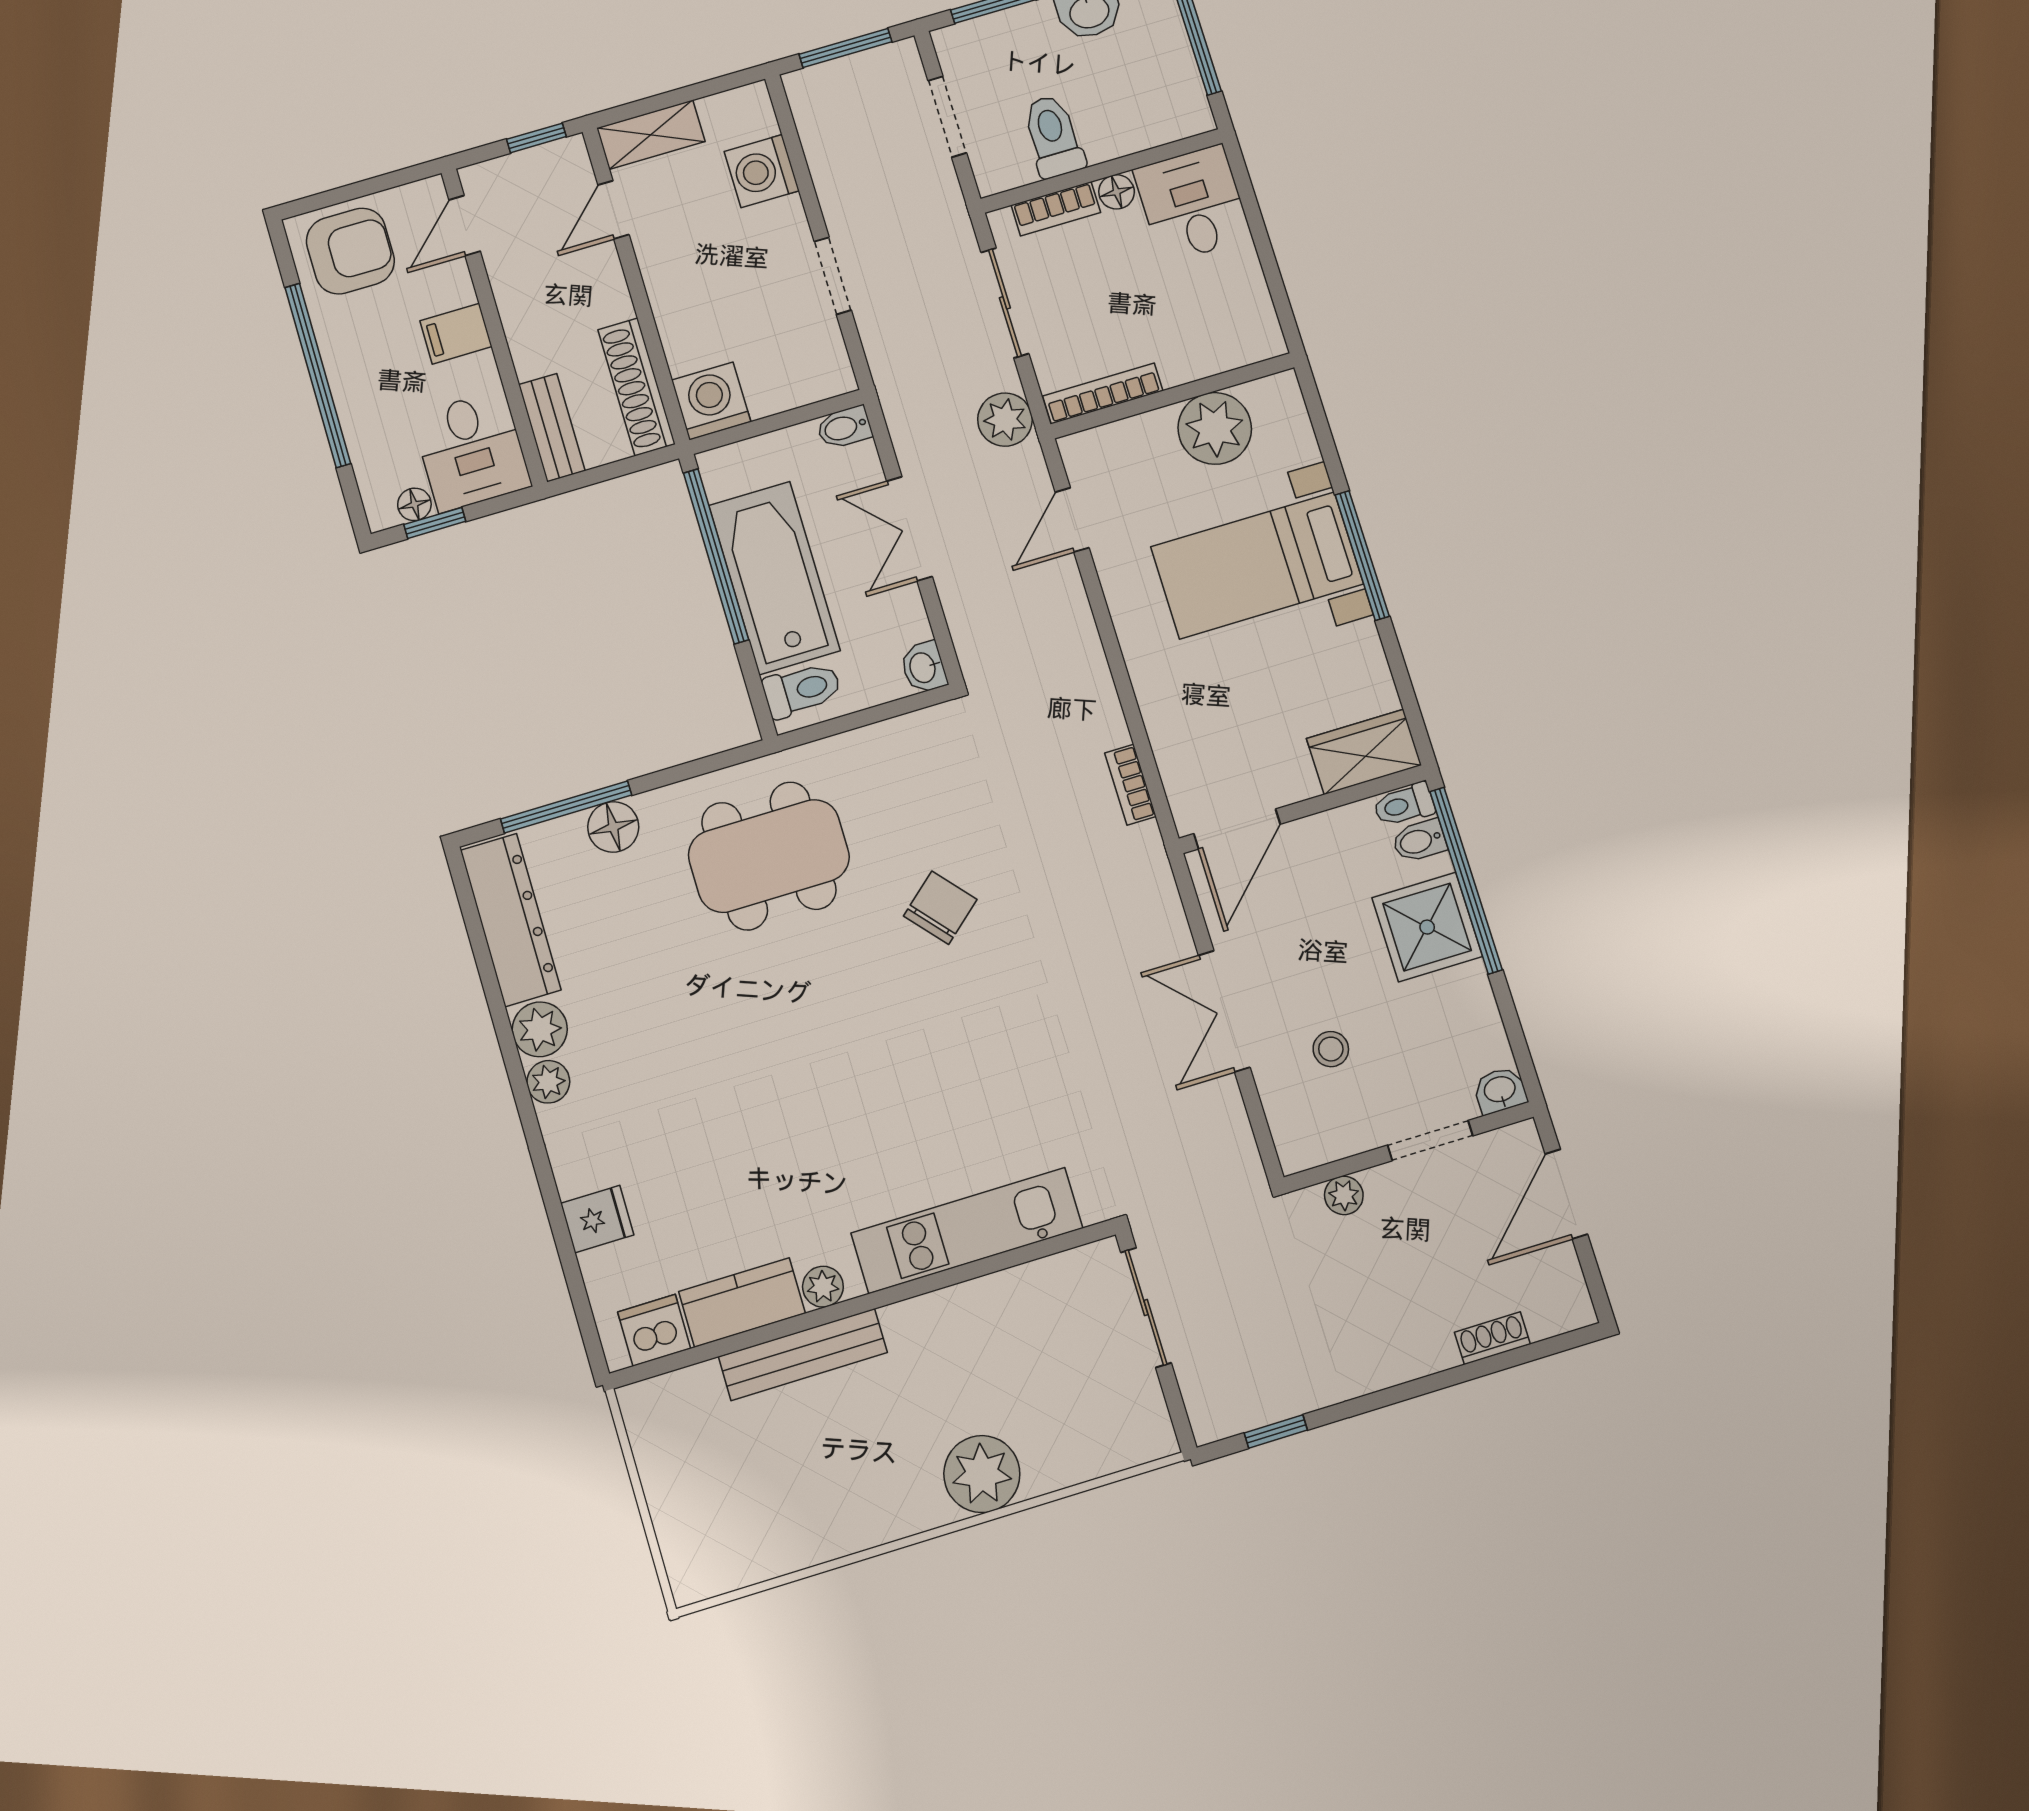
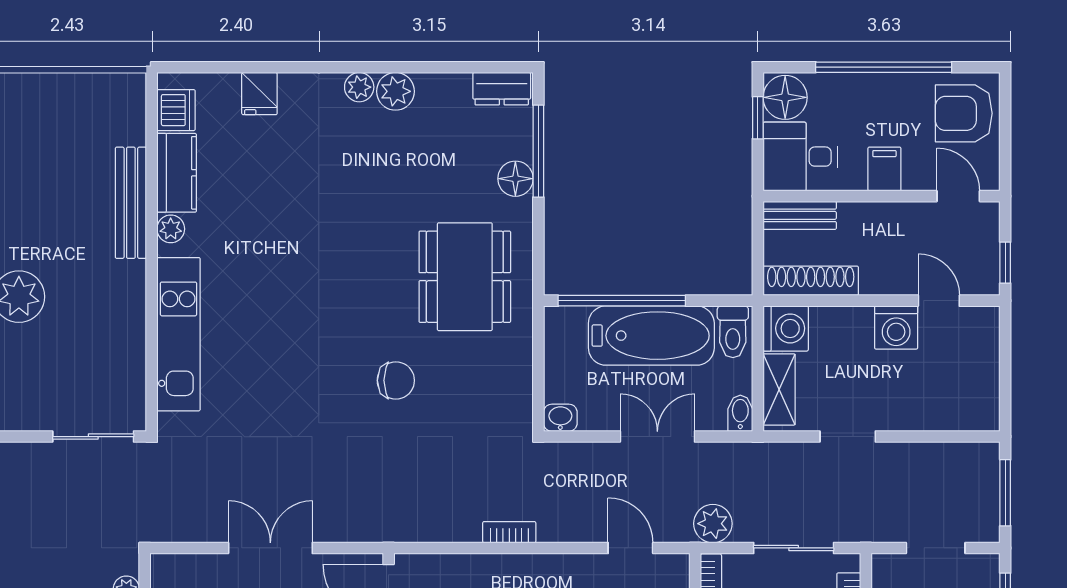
shelving: (651, 135) -> (779, 389), moved
washing machine: (762, 171) -> (896, 327), moved, turned 180
armchair: (350, 251) -> (964, 113), turned 90
floor lamp: (414, 504) -> (785, 97), width x1.89, depth x1.89
window: (716, 556) -> (622, 301), moved
toilet: (802, 690) -> (733, 332), moved
bookcase: (1130, 785) -> (509, 532), moved
chair: (940, 908) -> (396, 380), turned -49
dresser: (511, 920) -> (502, 89), width x0.51, depth x0.80

